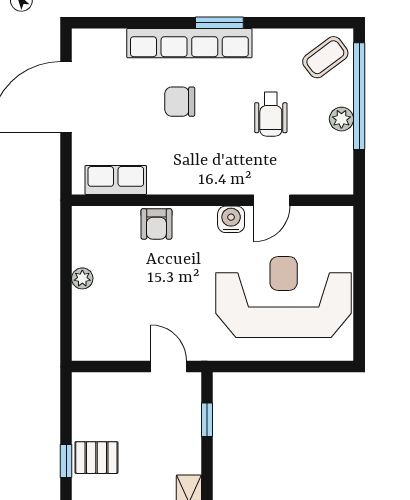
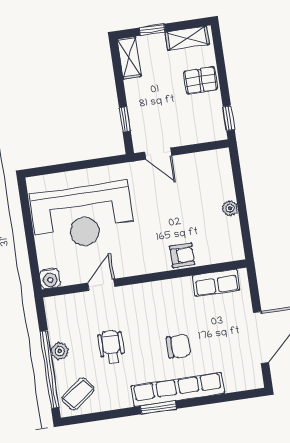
water cooler: (231, 219) -> (50, 278), moved
armchair: (156, 224) -> (182, 255), turned 90
window: (66, 461) -> (229, 118), moved

